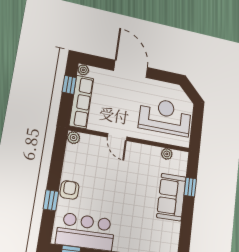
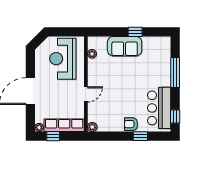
window: (190, 187) -> (135, 32), moved

